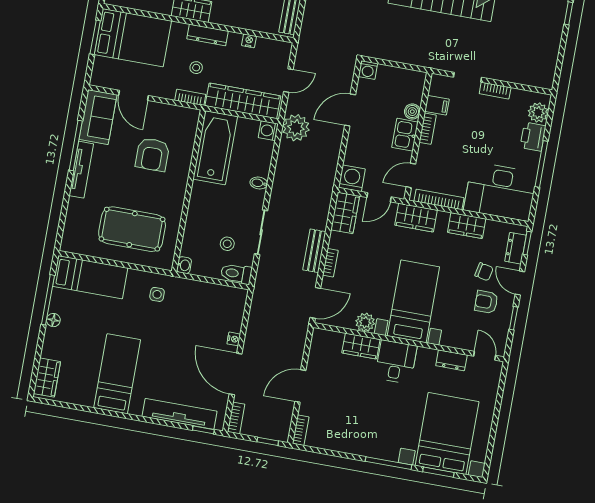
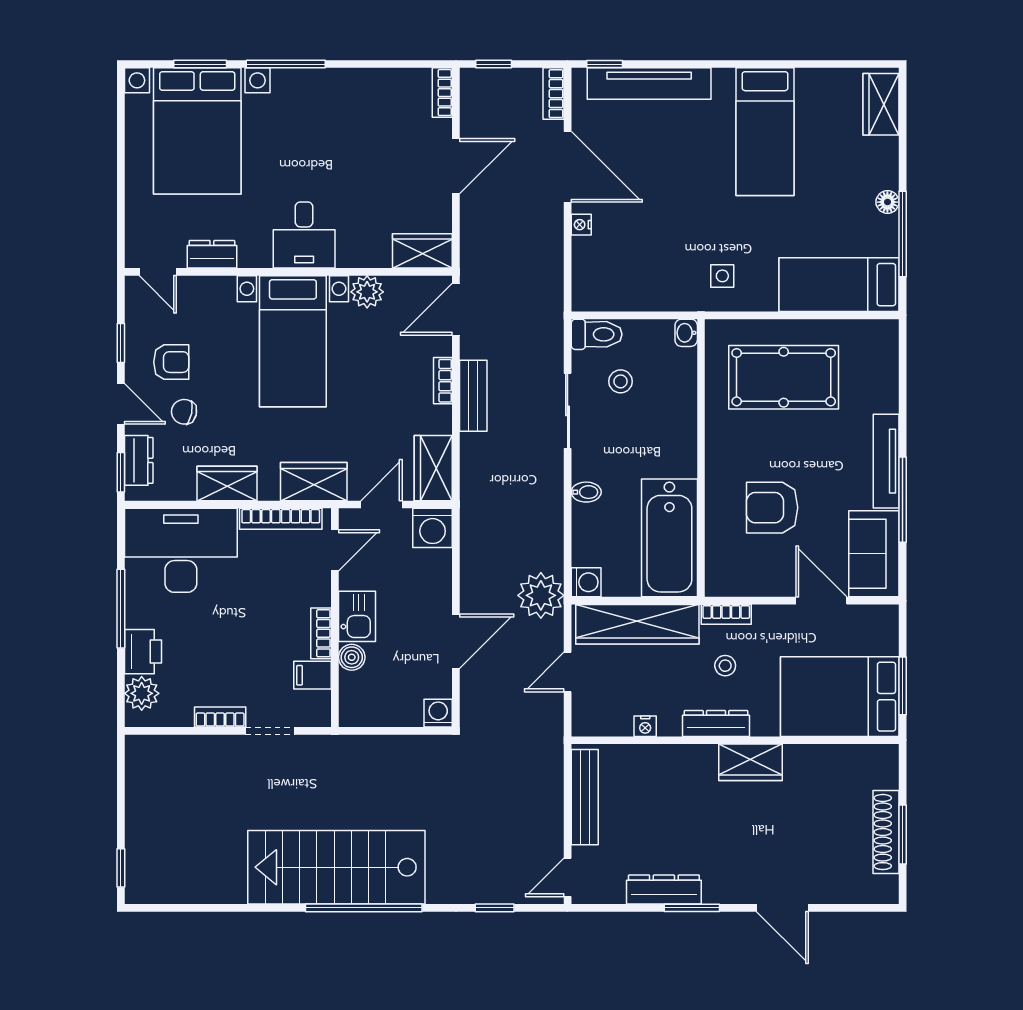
armchair: (152, 155) -> (772, 508), turned -90
wardrobe: (361, 346) -> (422, 251), moved

